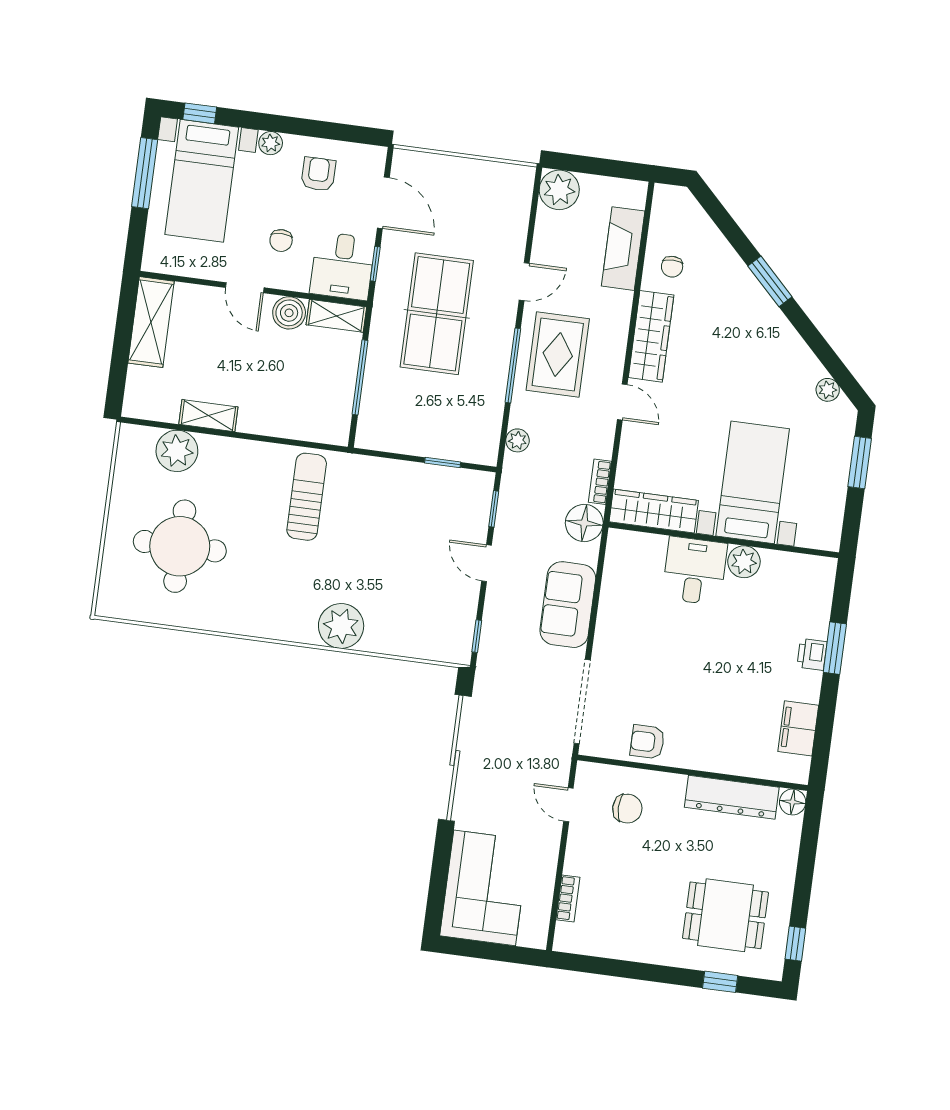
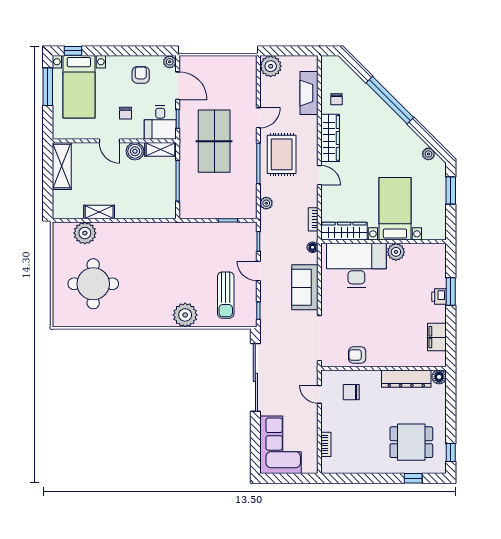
plant: (271, 143) -> (170, 62), moved
window: (770, 281) -> (390, 100), width x2.11
sun lounger: (307, 497) -> (226, 295), moved, turned 180
floor lamp: (584, 523) -> (313, 247), width x0.53, depth x0.53
desk: (695, 571) -> (356, 265), width x1.87, depth x1.30
chair: (627, 809) -> (351, 392), turned 180

